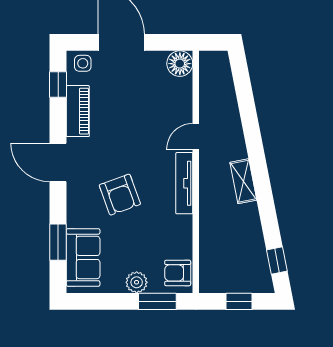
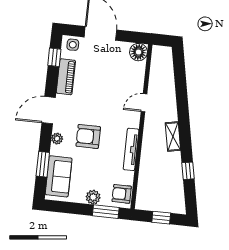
door: (58, 162) -> (49, 110), hinge flipped
tv unit: (184, 183) -> (131, 149), moved
armchair: (120, 195) -> (88, 136), turned 110
plant: (75, 203) -> (57, 139), added
window: (277, 260) -> (188, 171), moved

